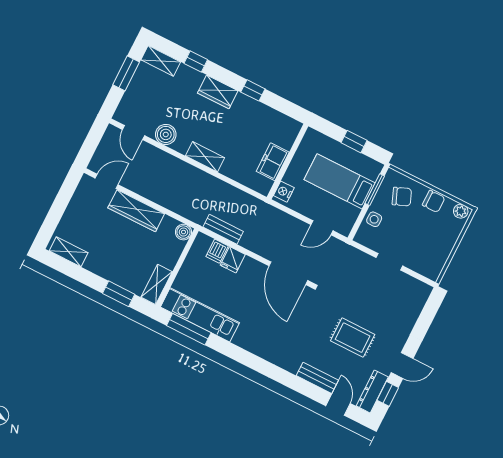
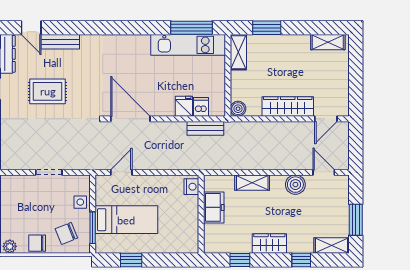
freezer: (273, 162) -> (214, 207), moved
wall: (288, 162) -> (201, 214), moved
nightstand: (284, 192) -> (191, 187), moved

